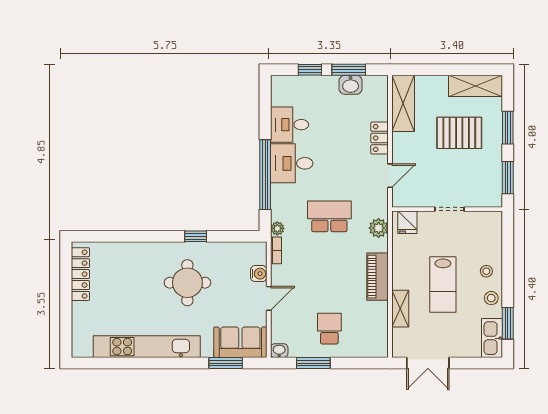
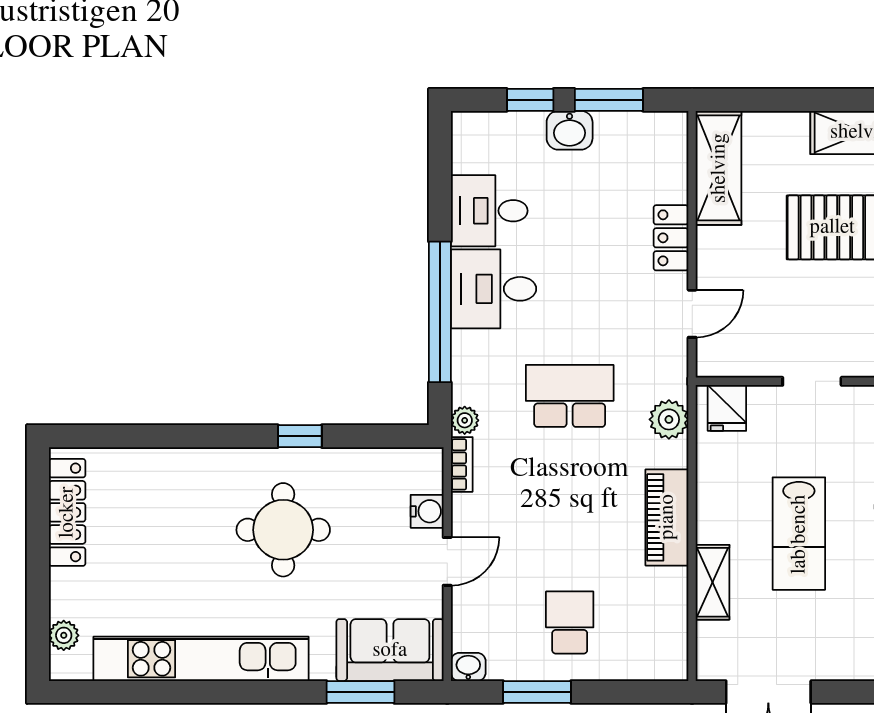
washbasin: (351, 85) -> (570, 130), moved
plant: (79, 335) -> (64, 635), added

